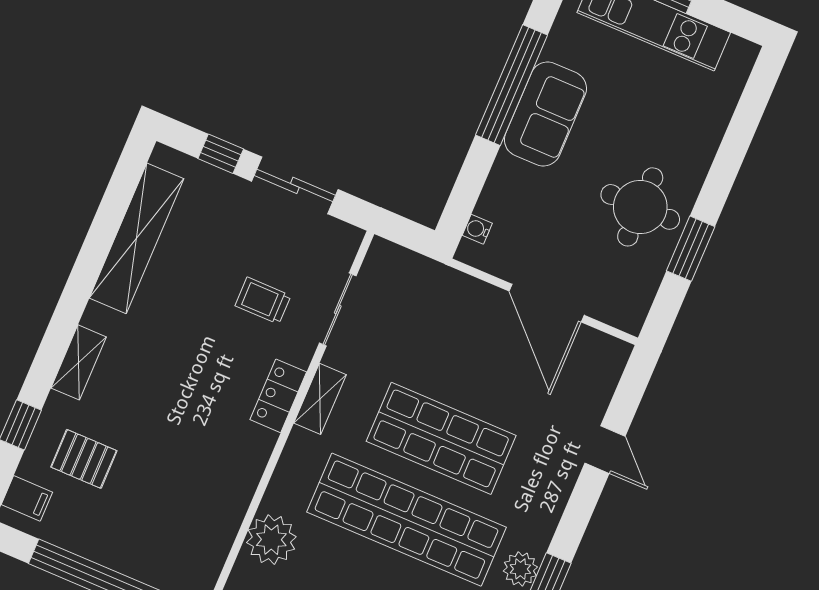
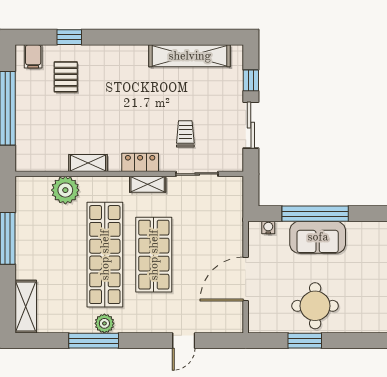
window: (512, 85) -> (315, 214), moved
sofa: (545, 114) -> (318, 237), moved
shelving: (79, 362) -> (88, 163), moved

